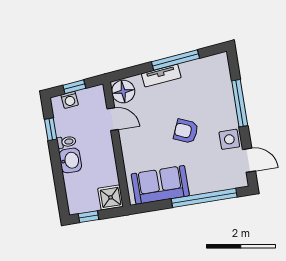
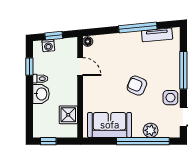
tv unit: (161, 76) -> (157, 35), moved
floor lamp: (123, 91) -> (88, 41), width x0.53, depth x0.53
plant: (211, 183) -> (151, 130), added
shower: (111, 197) -> (68, 115), moved

